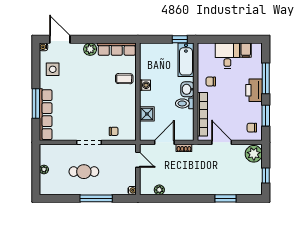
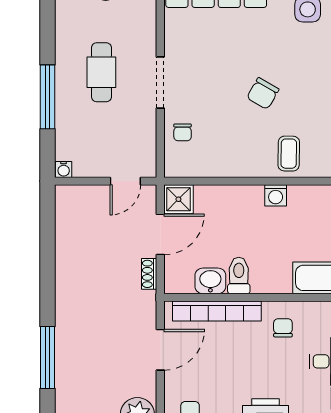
washbasin: (187, 89) -> (210, 281), moved
chair: (94, 91) -> (263, 94), added
shower: (147, 114) -> (178, 199), moved
door: (164, 142) -> (160, 234), hinge flipped
plant: (159, 190) -> (65, 224), removed
window: (225, 198) -> (47, 358), width x1.44

